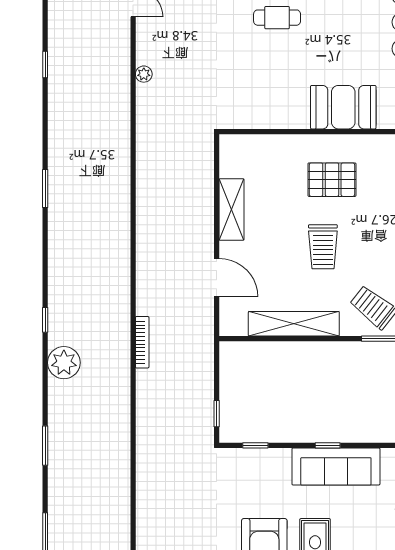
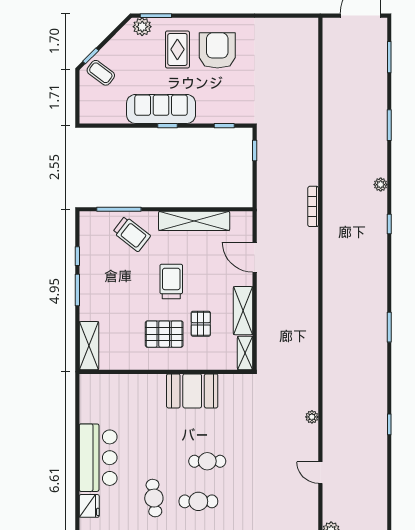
booth: (343, 107) -> (192, 391), moved
shelving: (229, 156) -> (245, 353), added
pallet: (285, 193) -> (201, 324), added
plant: (64, 363) -> (381, 185), width x0.53, depth x0.53

